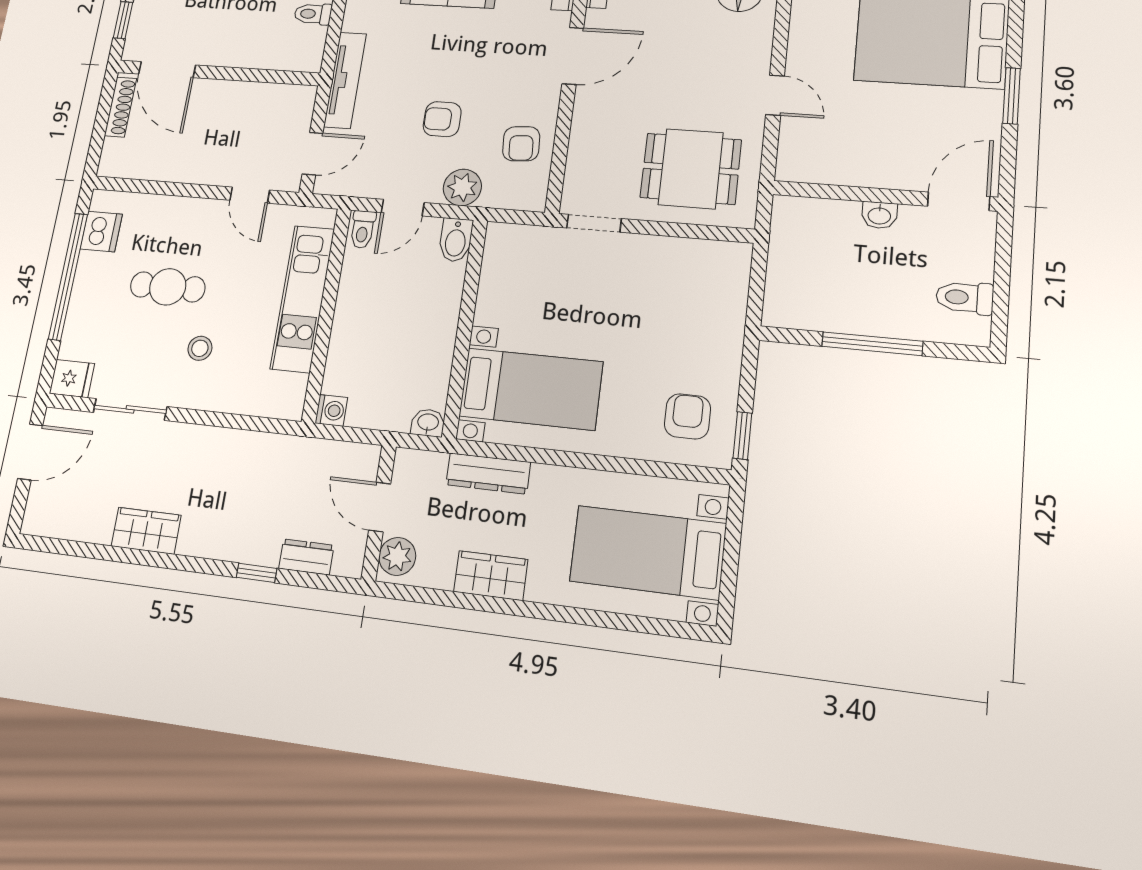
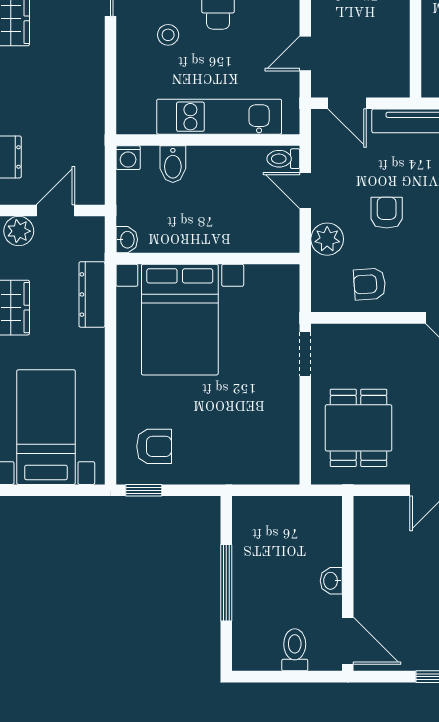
bidet: (456, 240) -> (173, 164), moved, turned -90
toilet: (965, 298) -> (295, 650), moved
bed with nightstands: (531, 389) -> (180, 320), width x1.36

